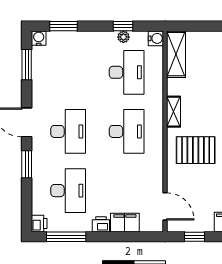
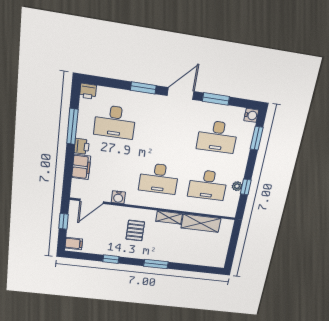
water cooler: (156, 38) -> (118, 197), moved
shelving: (176, 54) -> (201, 223), moved
window: (27, 65) -> (216, 99), moved
desk: (68, 131) -> (217, 137), moved
pallet: (196, 150) -> (135, 231), width x0.67, depth x0.71
window: (66, 237) -> (72, 126), moved

